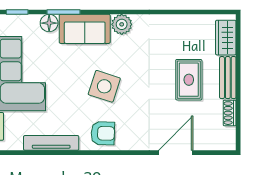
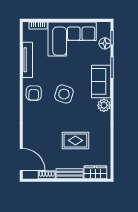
floor lamp: (49, 23) -> (105, 43), moved
rug: (189, 80) -> (75, 140), moved
door: (176, 153) -> (21, 160), moved

